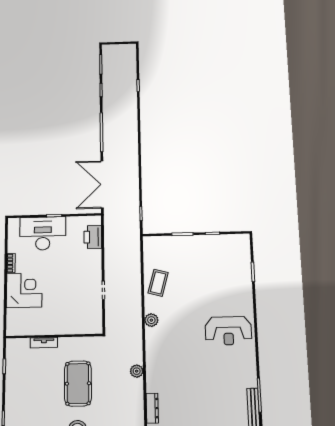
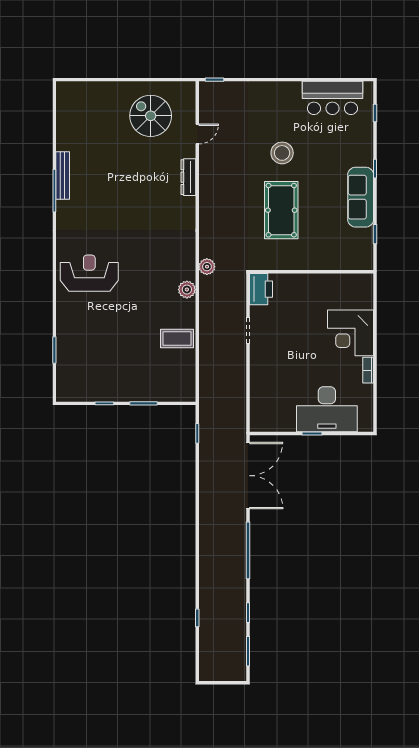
printer: (93, 237) -> (261, 289), moved
coffee table: (158, 283) -> (177, 338), turned 75
tv unit: (44, 343) -> (325, 263), removed
plant: (137, 371) -> (207, 267), moved
sofa: (15, 395) -> (361, 197), added

